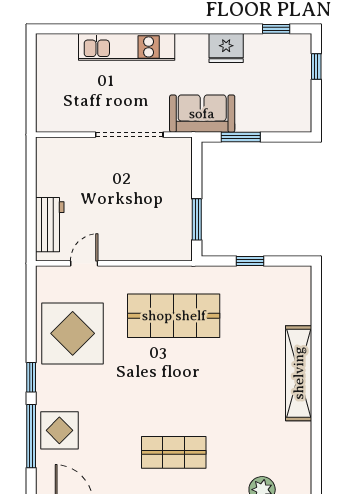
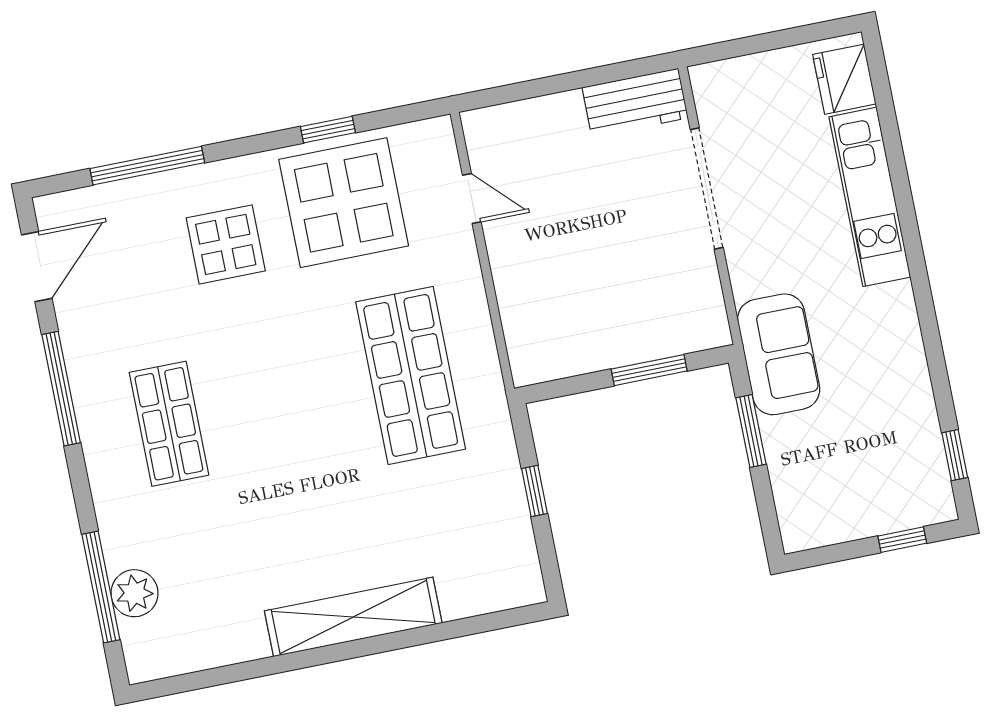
fridge: (226, 48) -> (844, 79), moved
doorway: (129, 135) -> (707, 188), moved
window: (197, 219) -> (649, 370), moved
workbench: (50, 225) -> (635, 103), moved
window: (31, 377) -> (328, 130), moved
display table: (59, 430) -> (226, 244), moved

